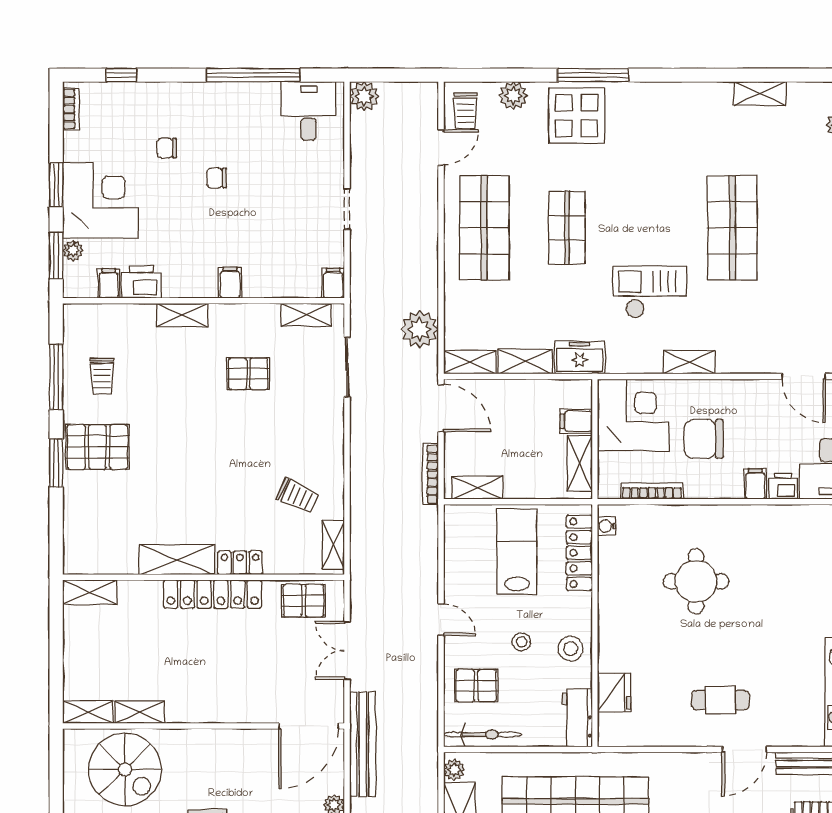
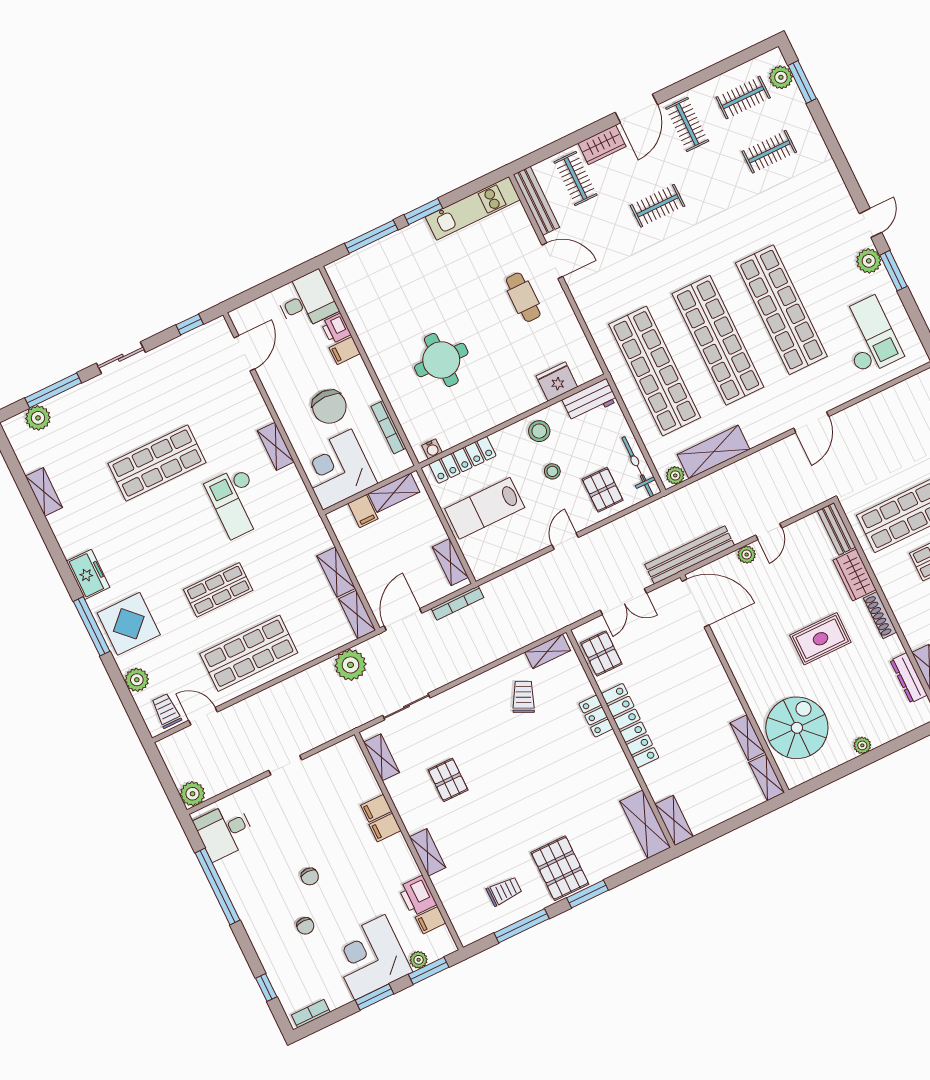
trolley: (465, 111) -> (166, 711), turned -90
filing cabinet: (333, 283) -> (376, 808), moved
freezer: (580, 358) -> (88, 574), moved, turned 180
shelving: (177, 560) -> (645, 824), moved

